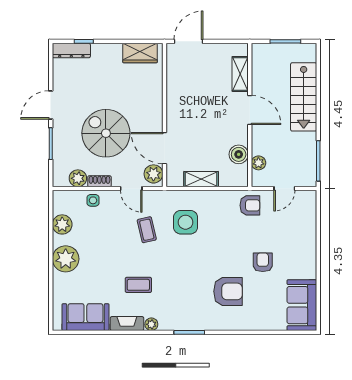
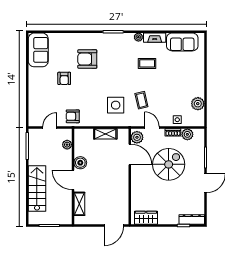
spiral stairs: (106, 133) -> (169, 164), turned -90
boiler: (239, 154) -> (80, 163), moved
plant: (66, 259) -> (195, 81), removed

